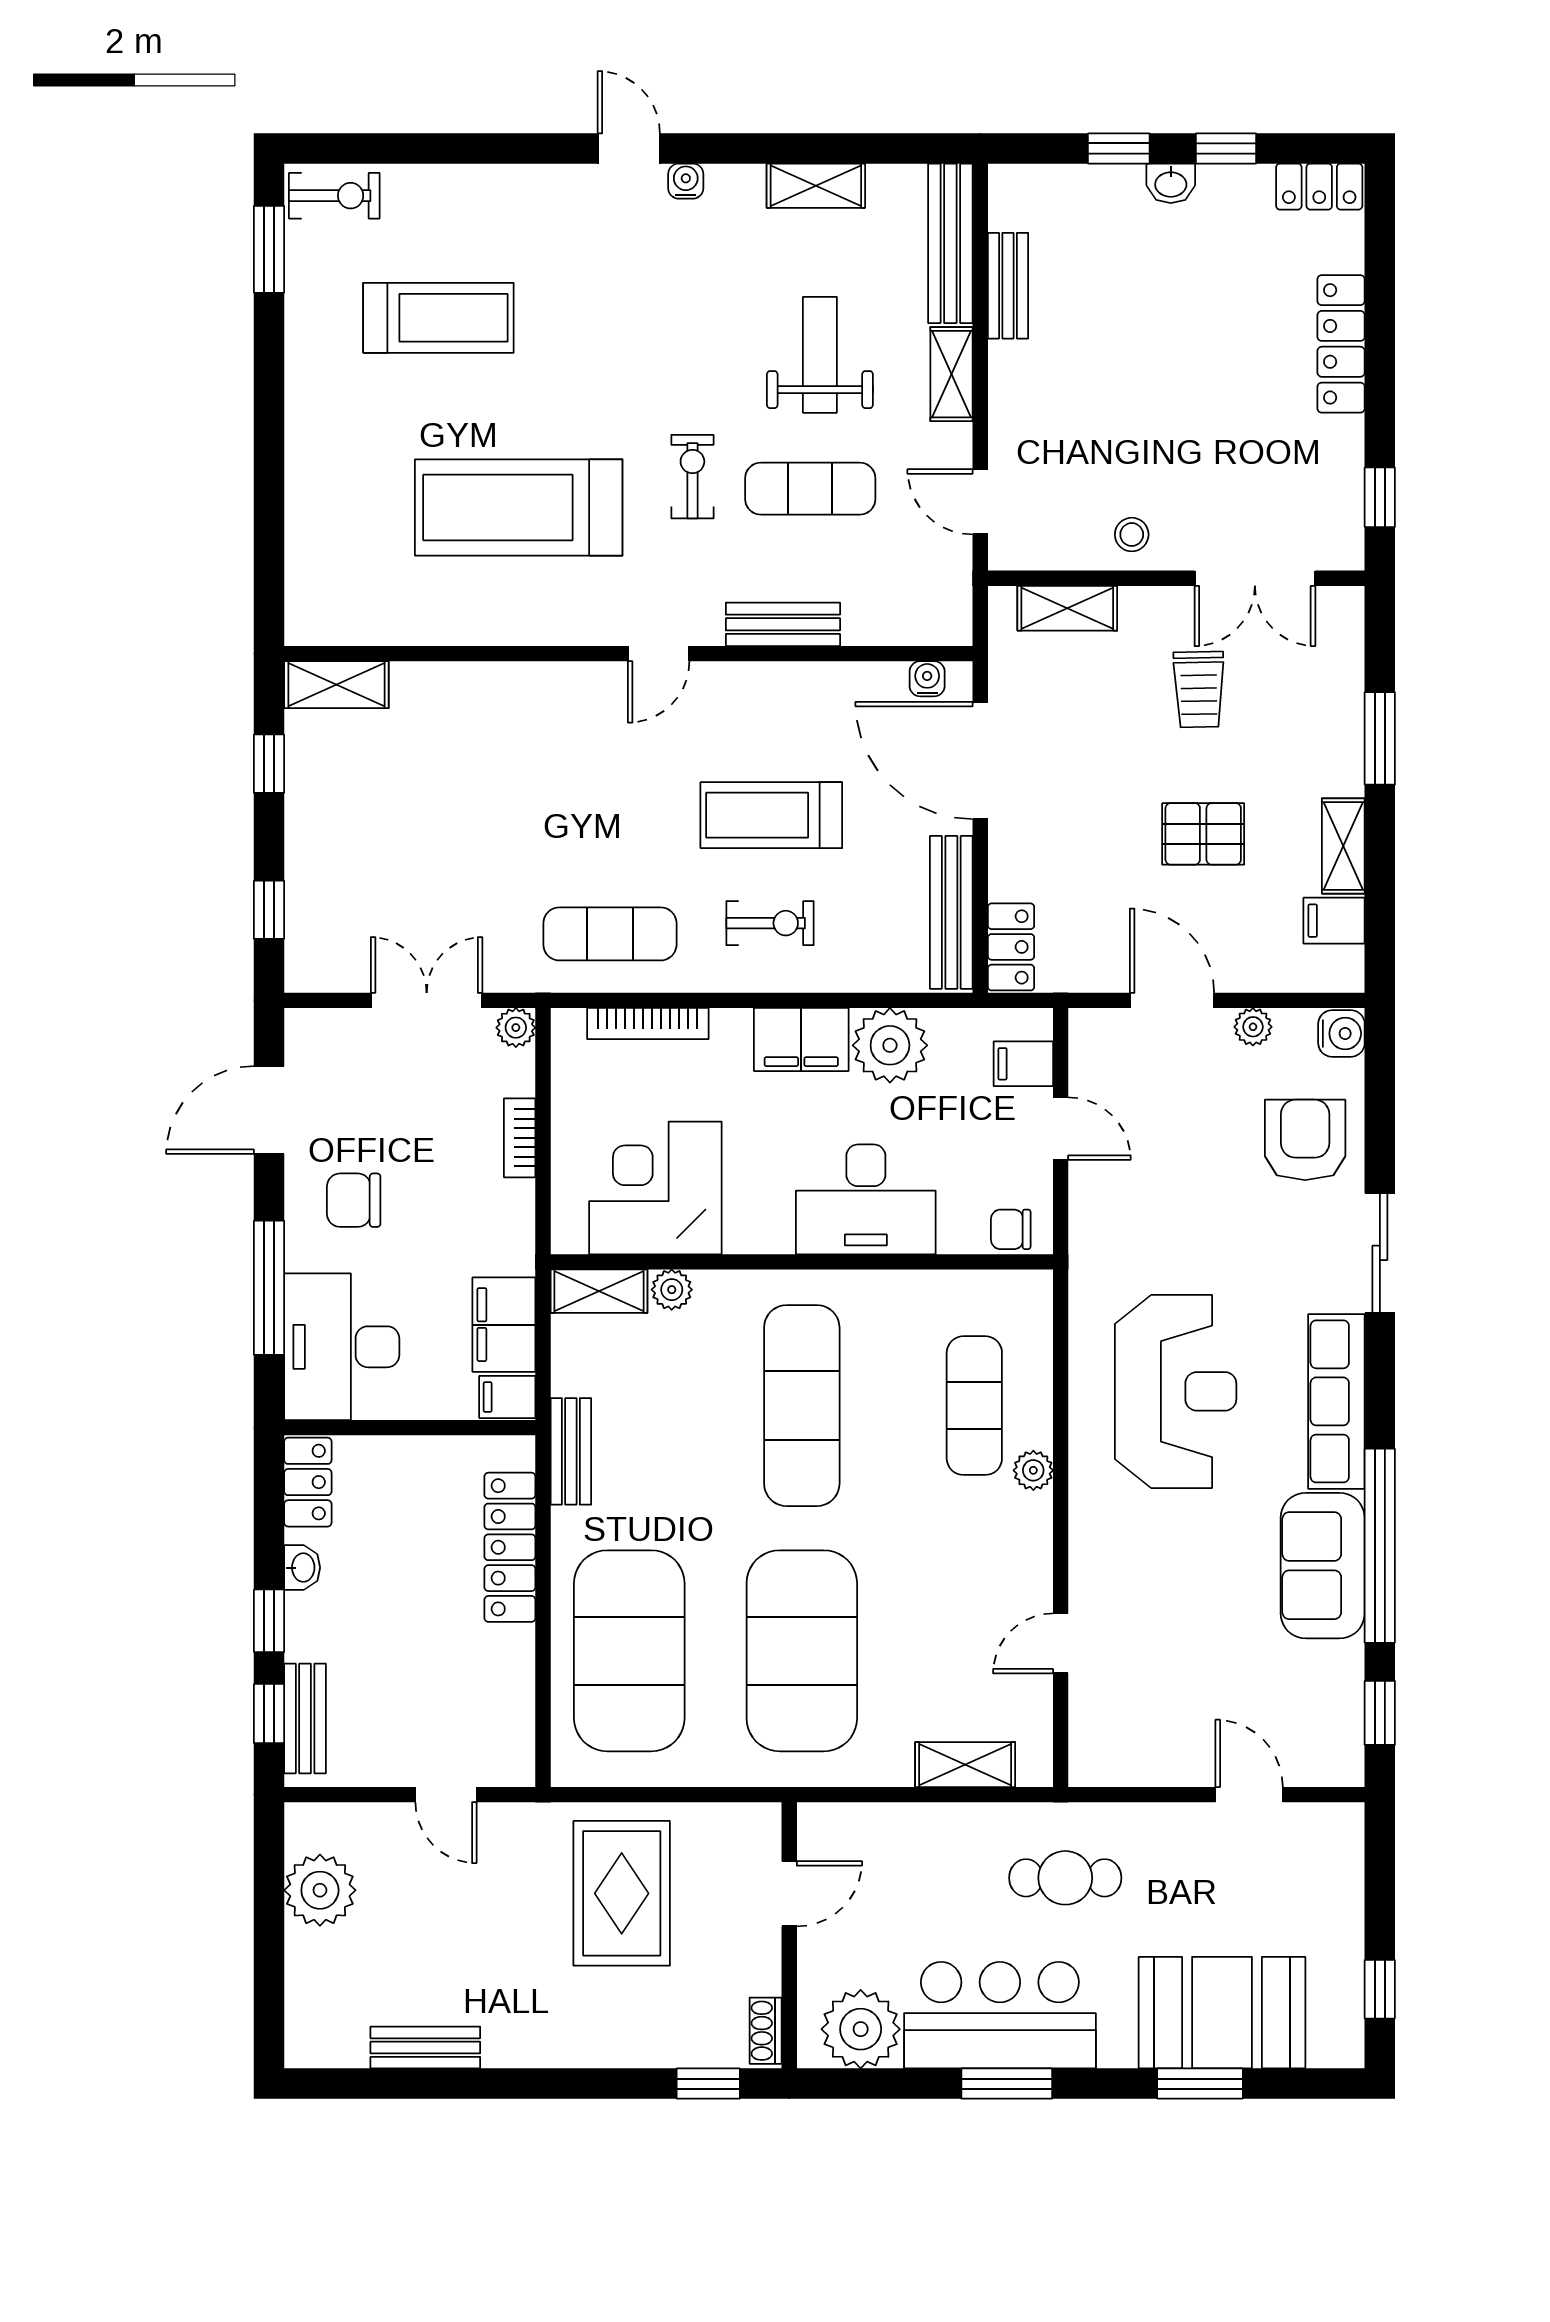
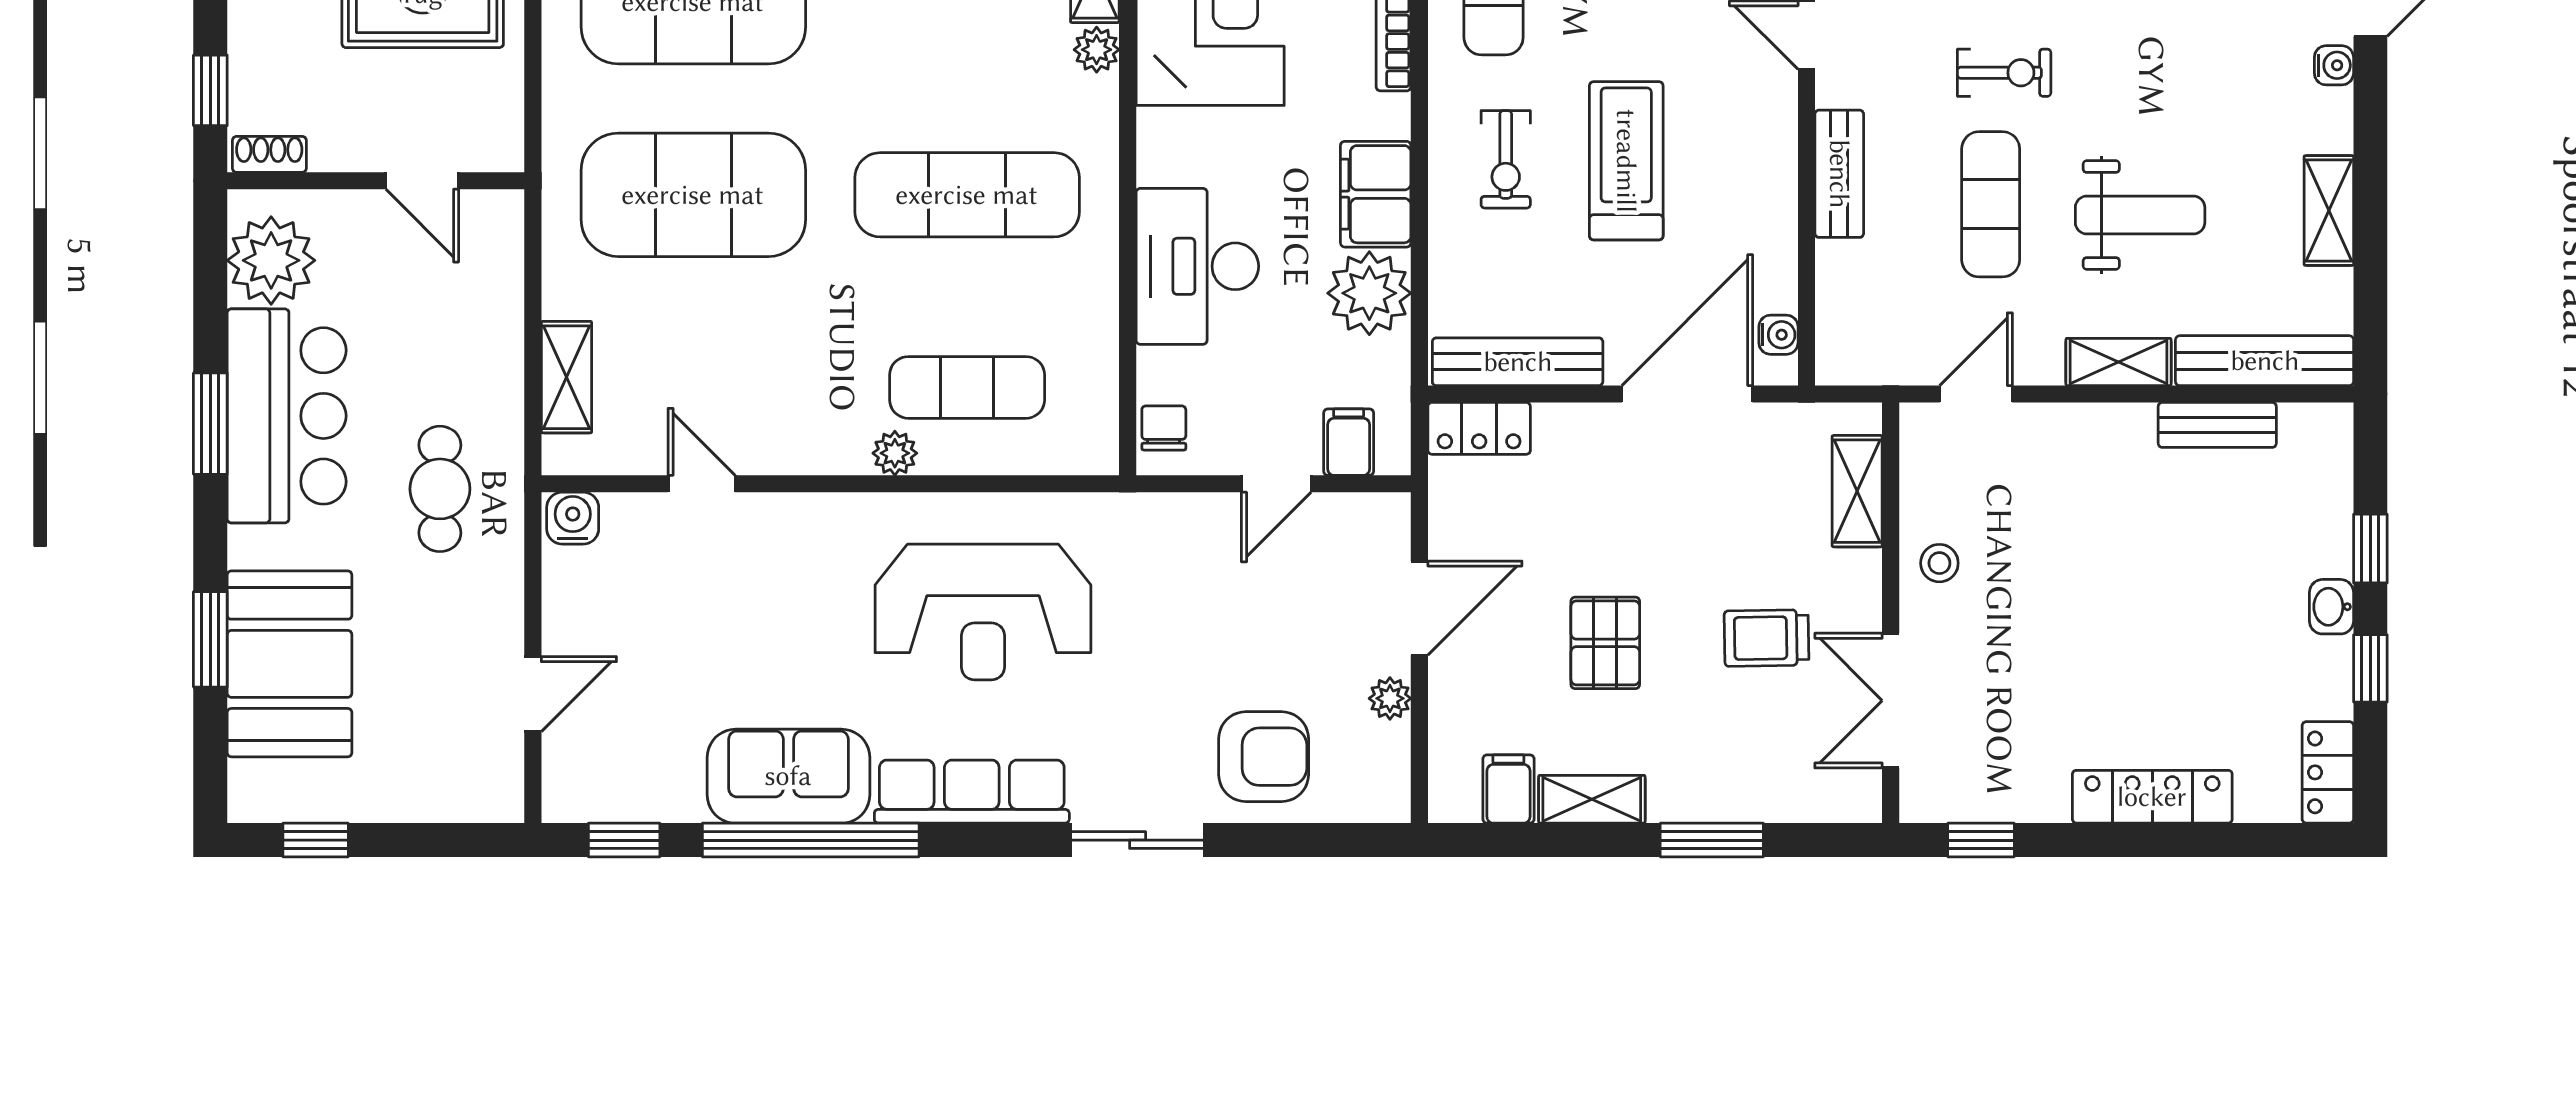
water cooler: (1341, 1033) -> (573, 518), moved, turned 180

